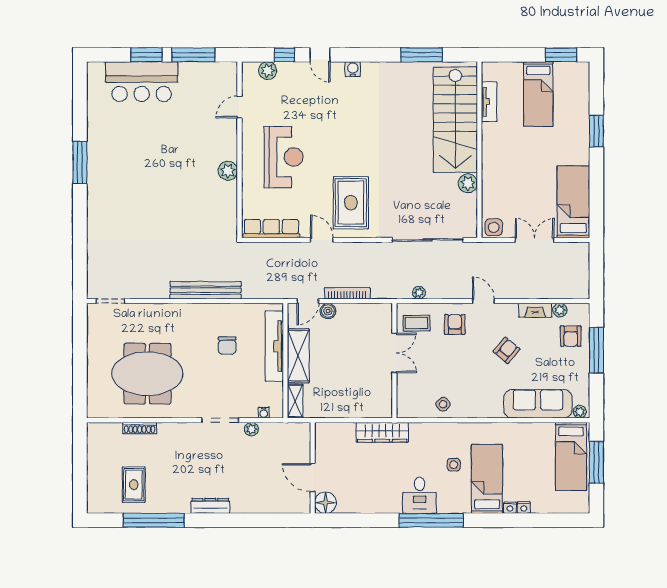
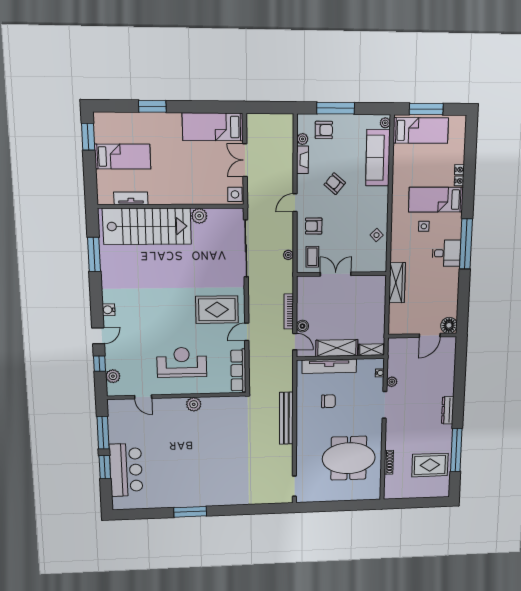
meeting table: (147, 374) -> (349, 458), turned 90
rug: (134, 485) -> (430, 465), width x1.36, depth x1.43

